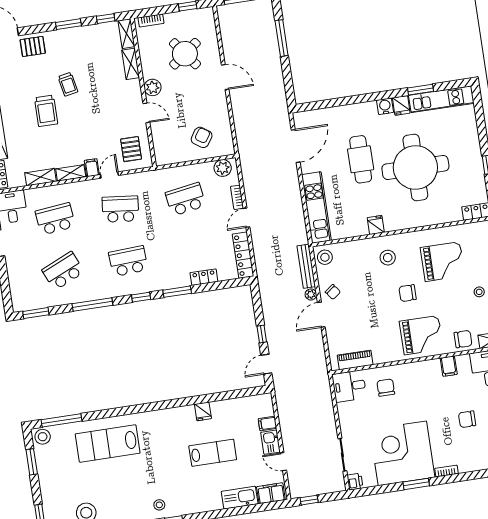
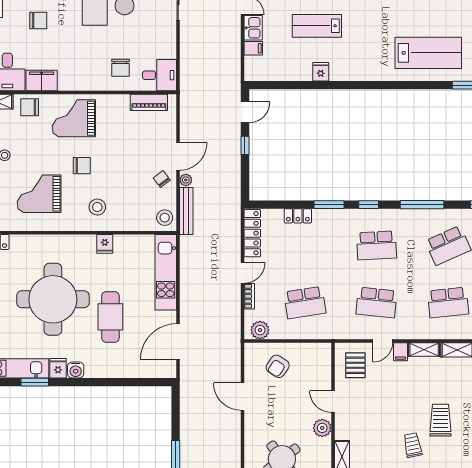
door: (225, 77) -> (243, 397), moved
filing cabinet: (449, 366) -> (42, 81), width x2.00

